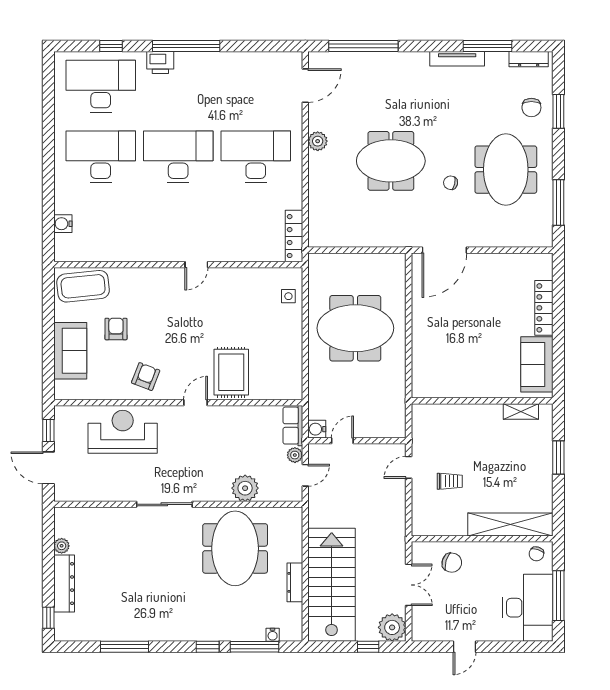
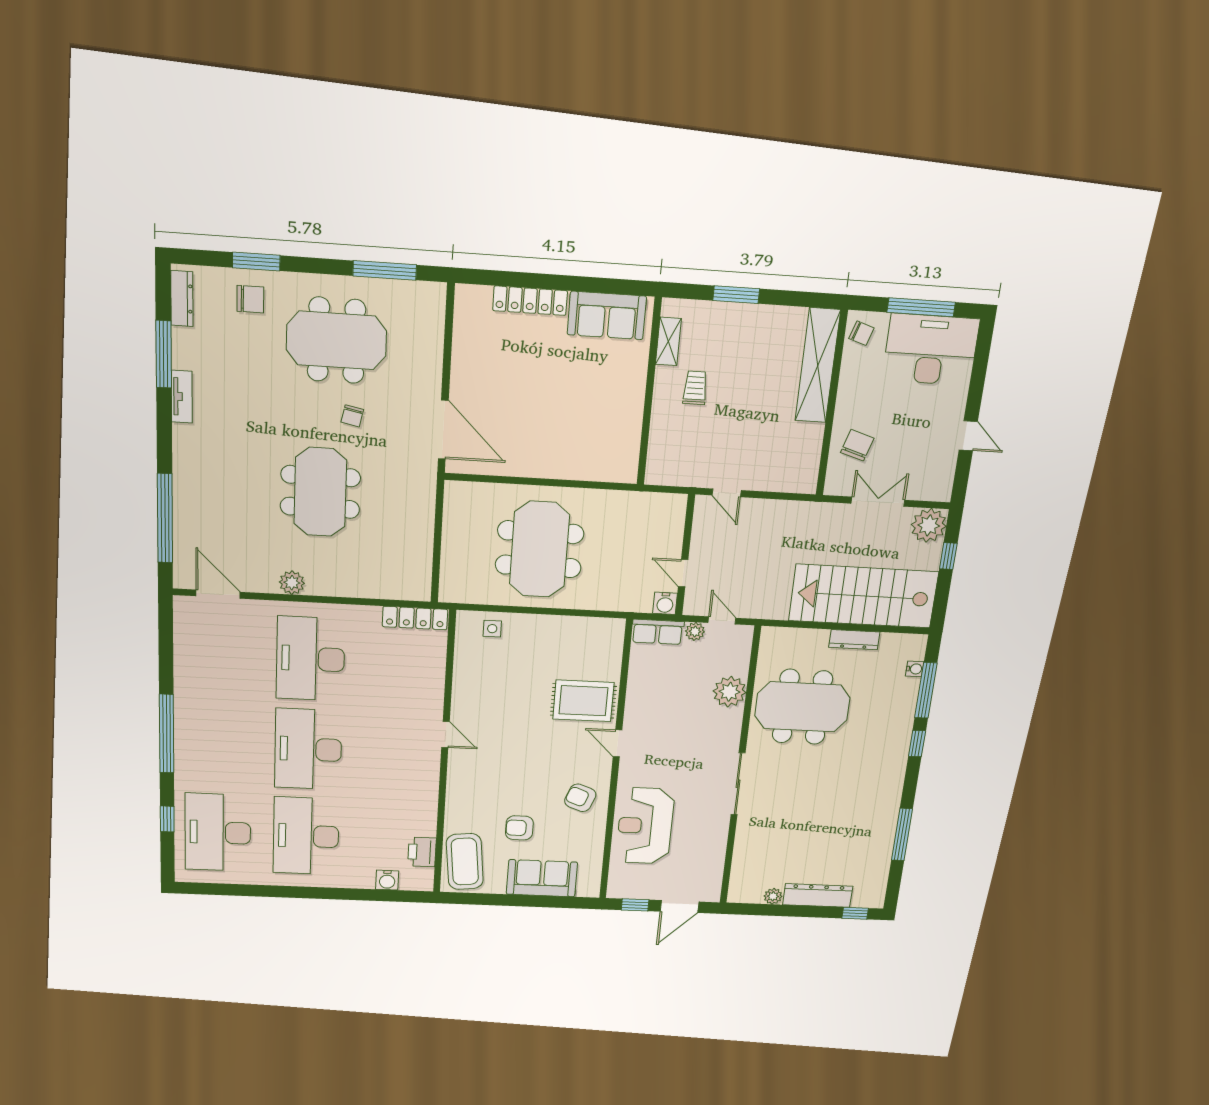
tv unit: (457, 59) -> (182, 397), width x0.71
printer: (160, 63) -> (422, 852), moved, turned 180
trolley: (450, 481) -> (695, 388), moved

